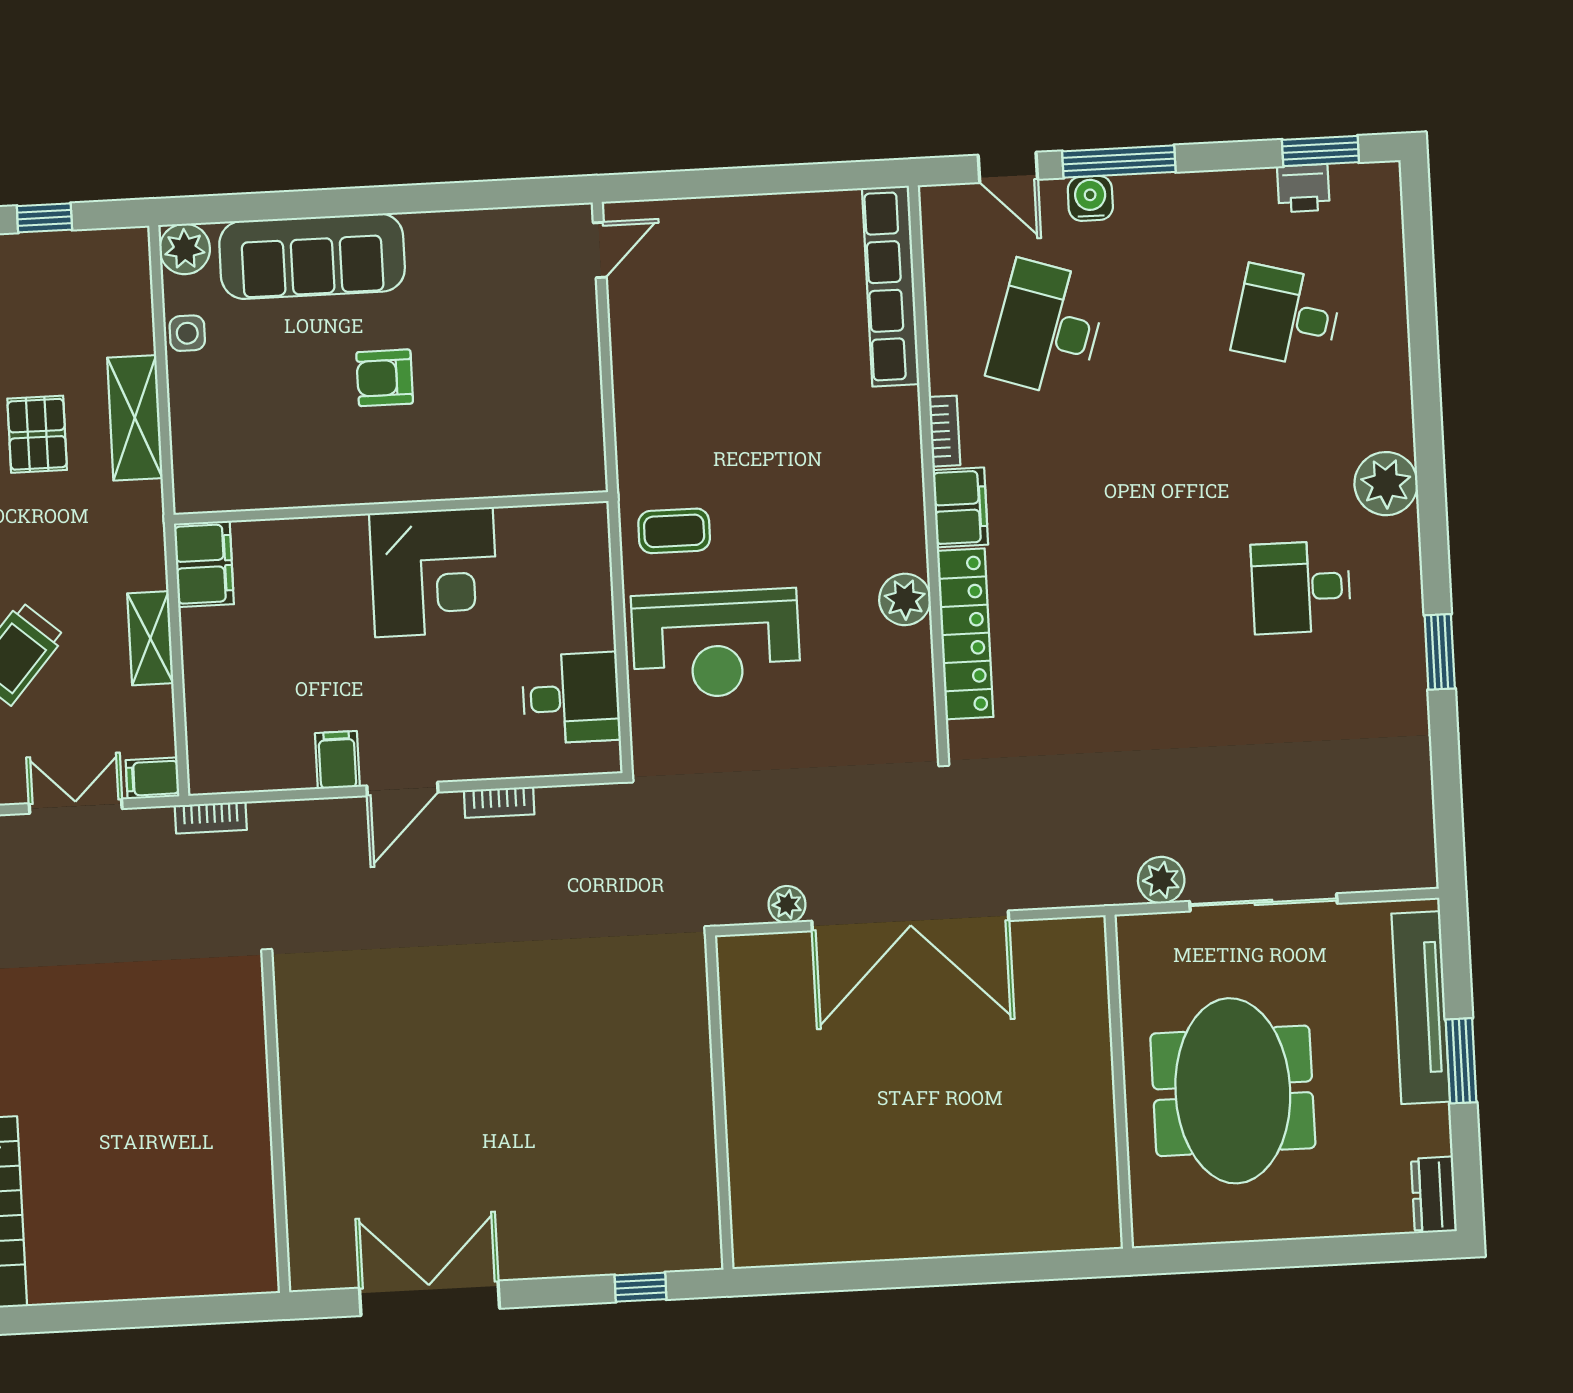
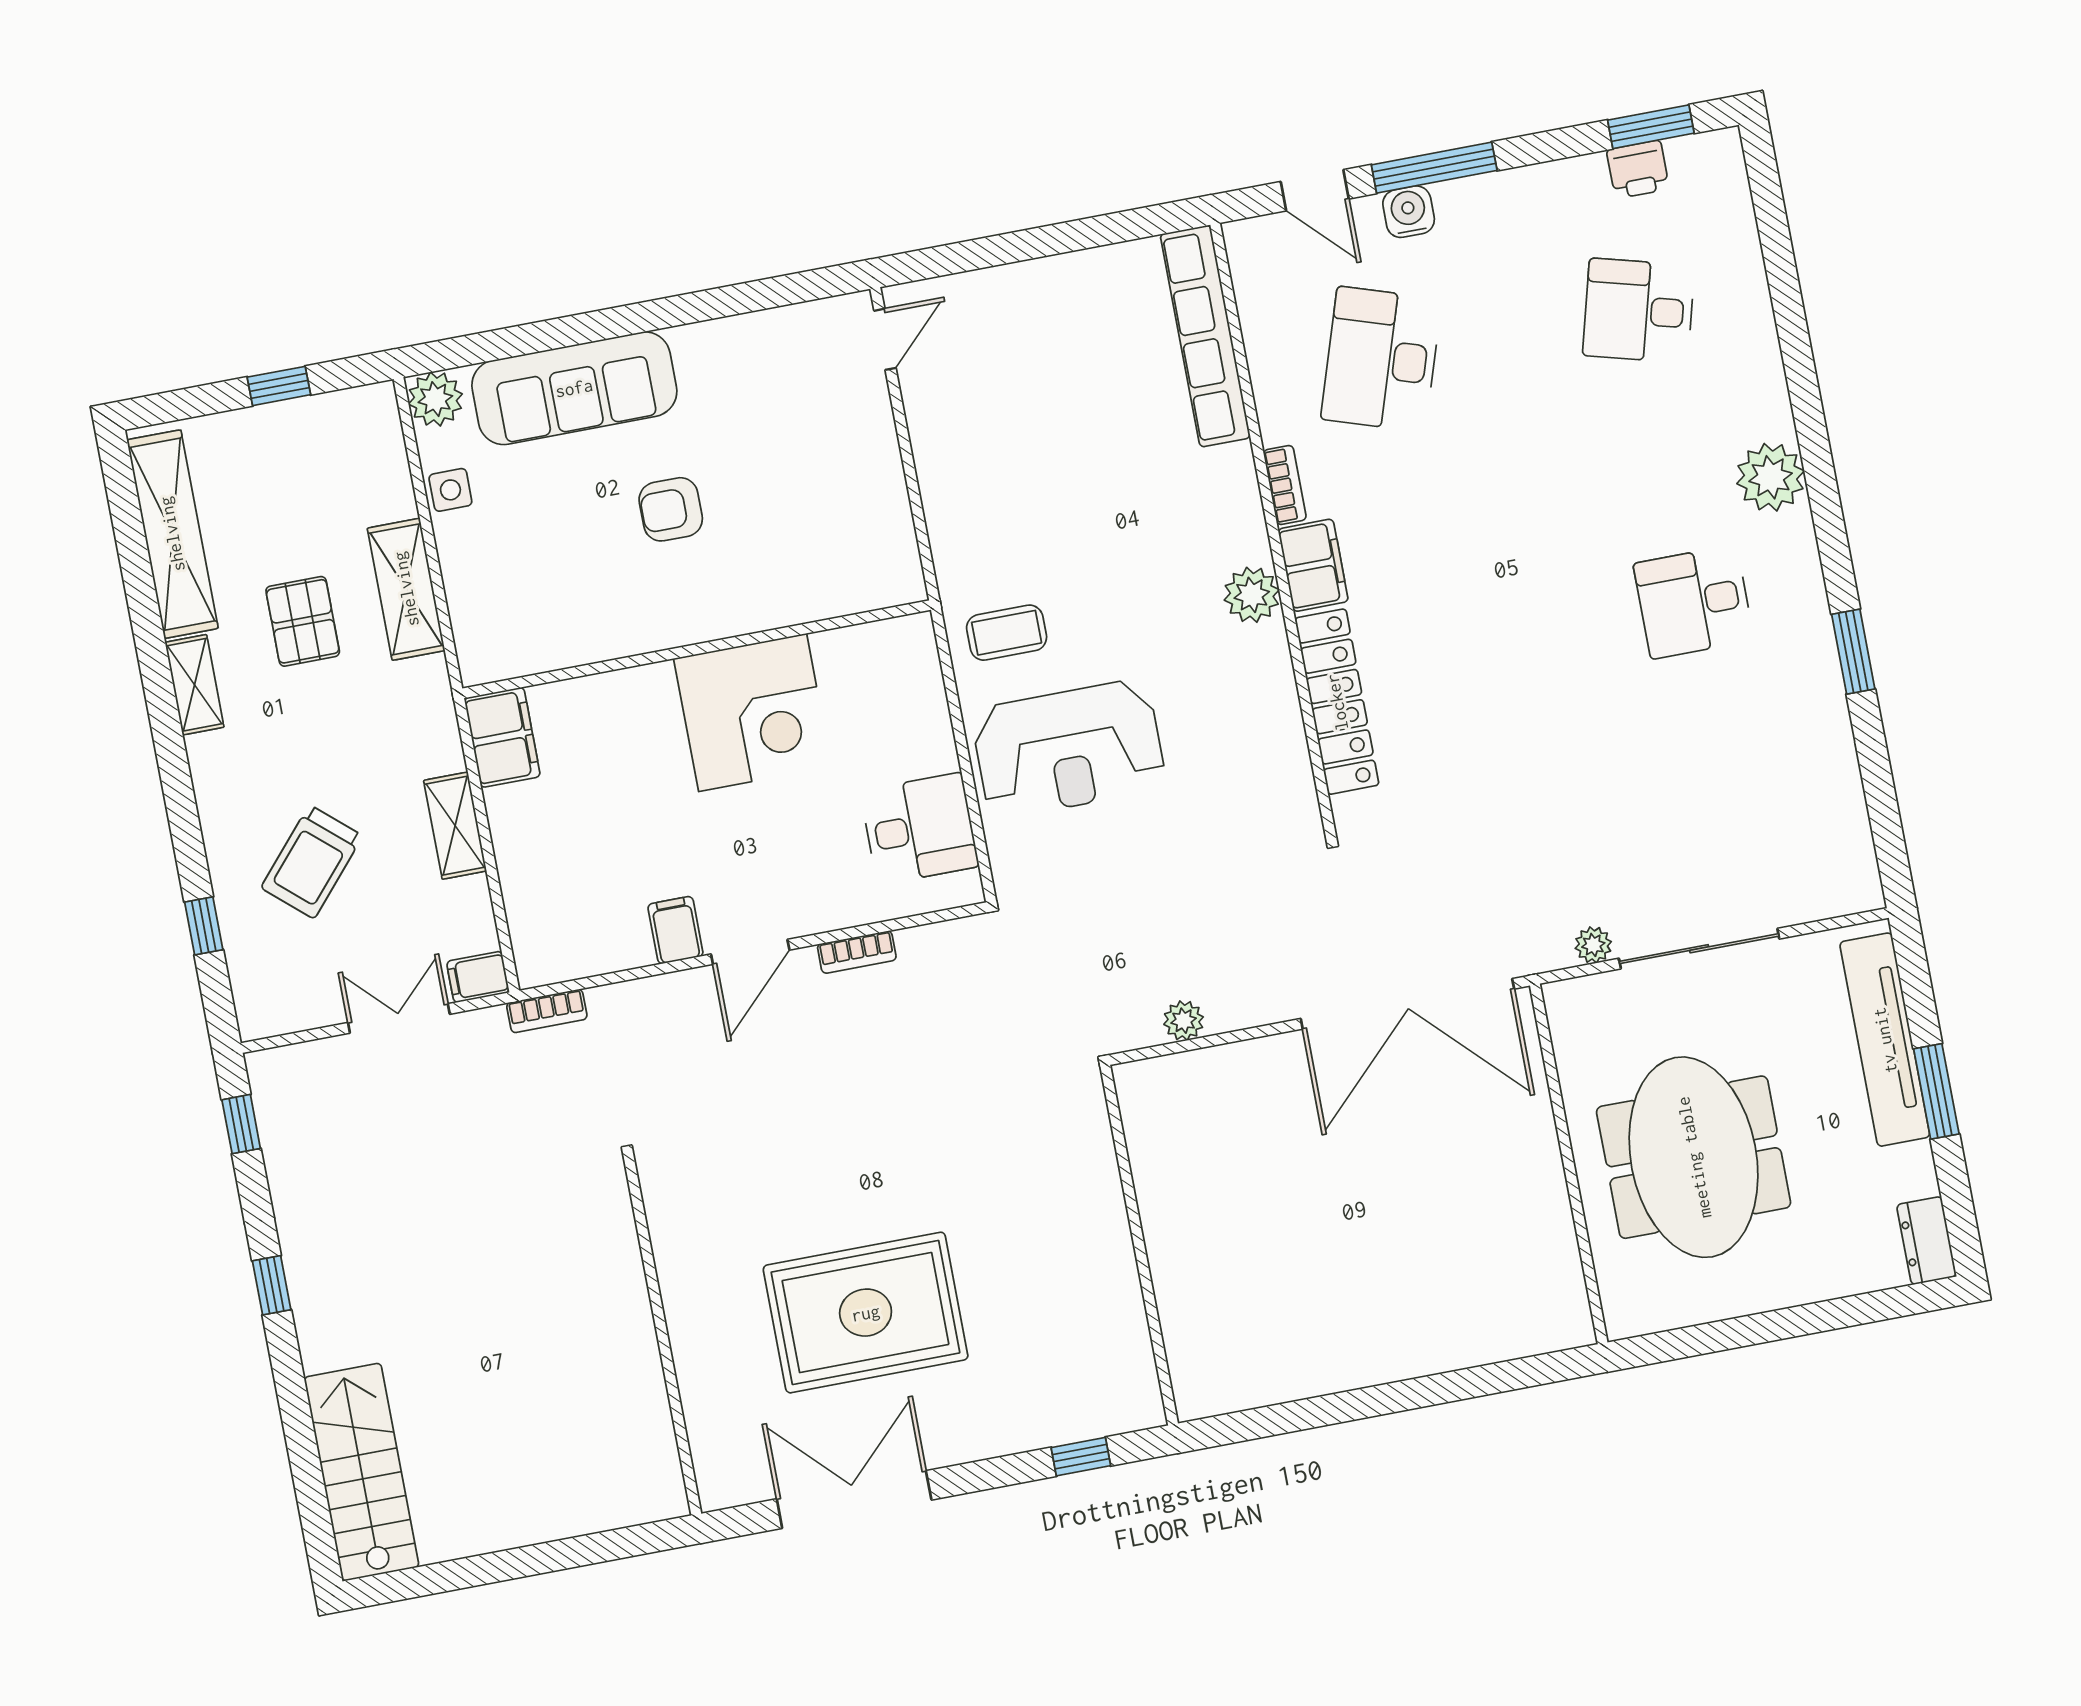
plant: (905, 599) -> (1252, 595), moved
plant: (1161, 880) -> (1593, 945), width x0.73, depth x0.73
double door: (910, 921) -> (1407, 1004), moved
rug: (463, 1130) -> (866, 1313), added

